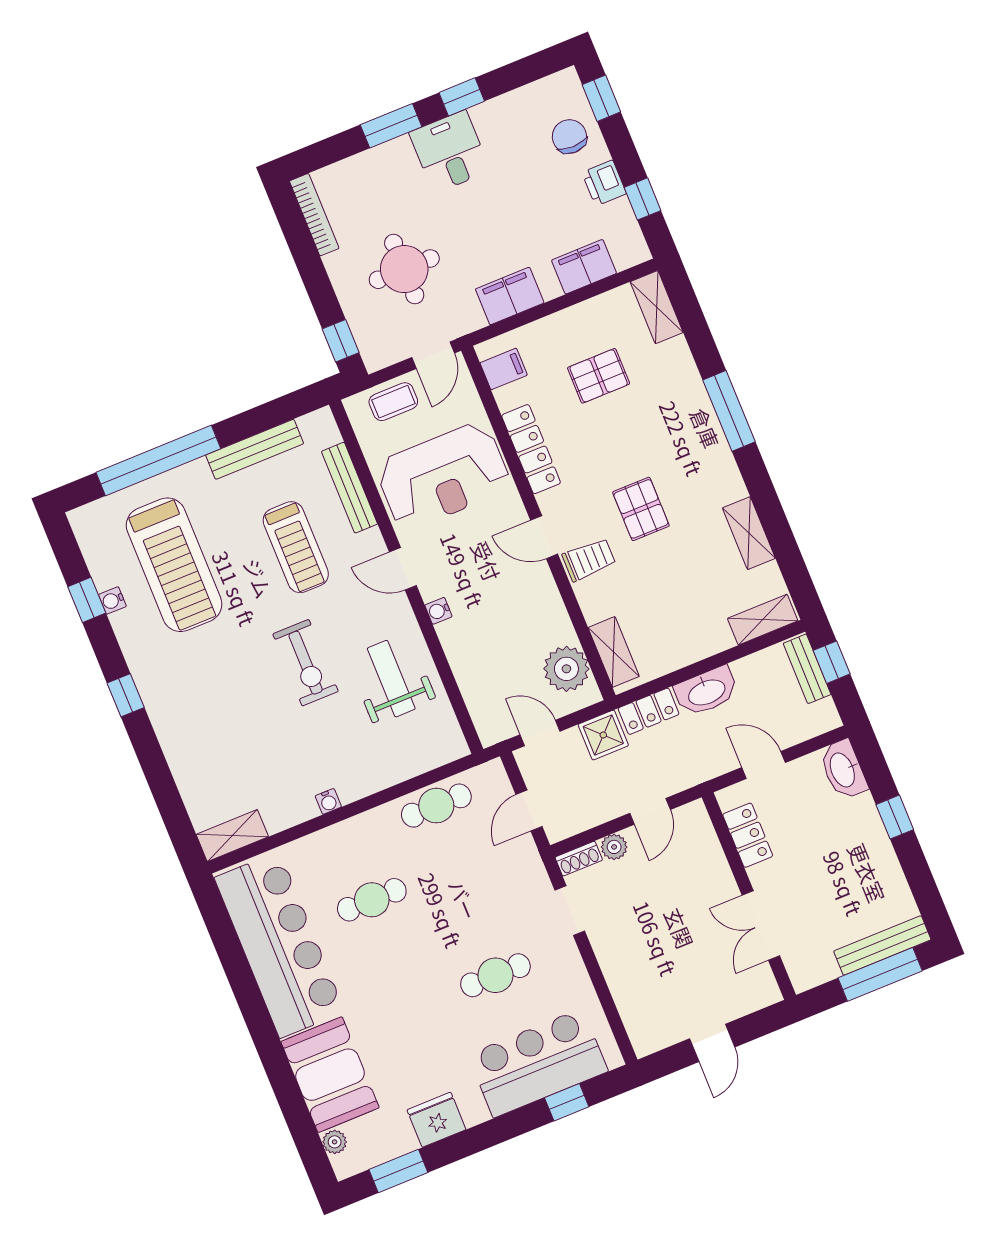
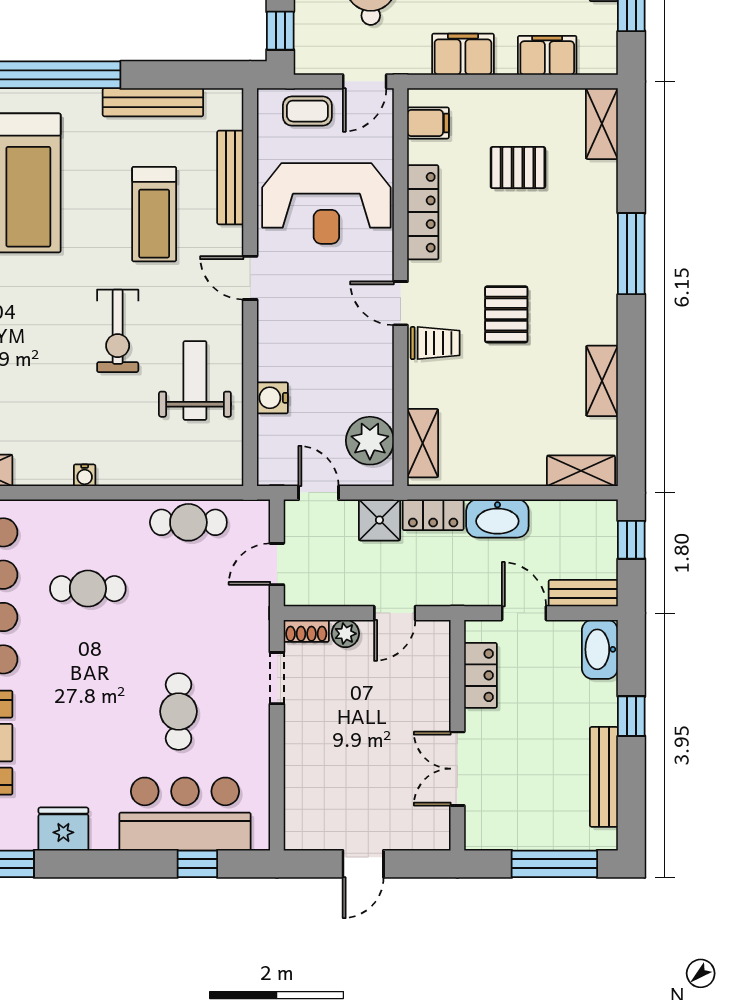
water cooler: (438, 611) -> (272, 398), moved, width x1.38, depth x1.38
bench: (807, 669) -> (583, 593), moved, turned 90
bench: (882, 945) -> (604, 777), moved, turned 90
cafe table: (495, 975) -> (179, 711), turned 90

